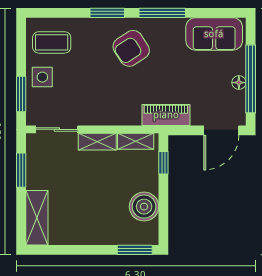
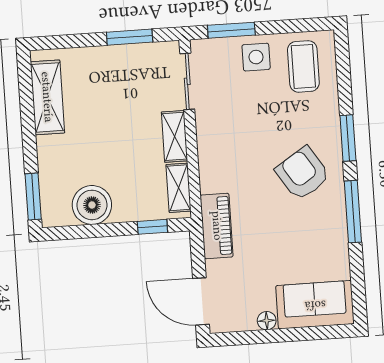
sofa: (214, 34) -> (315, 305), moved, turned 90
window: (251, 79) -> (273, 336), removed
shelving: (37, 218) -> (47, 97), moved, turned 90

